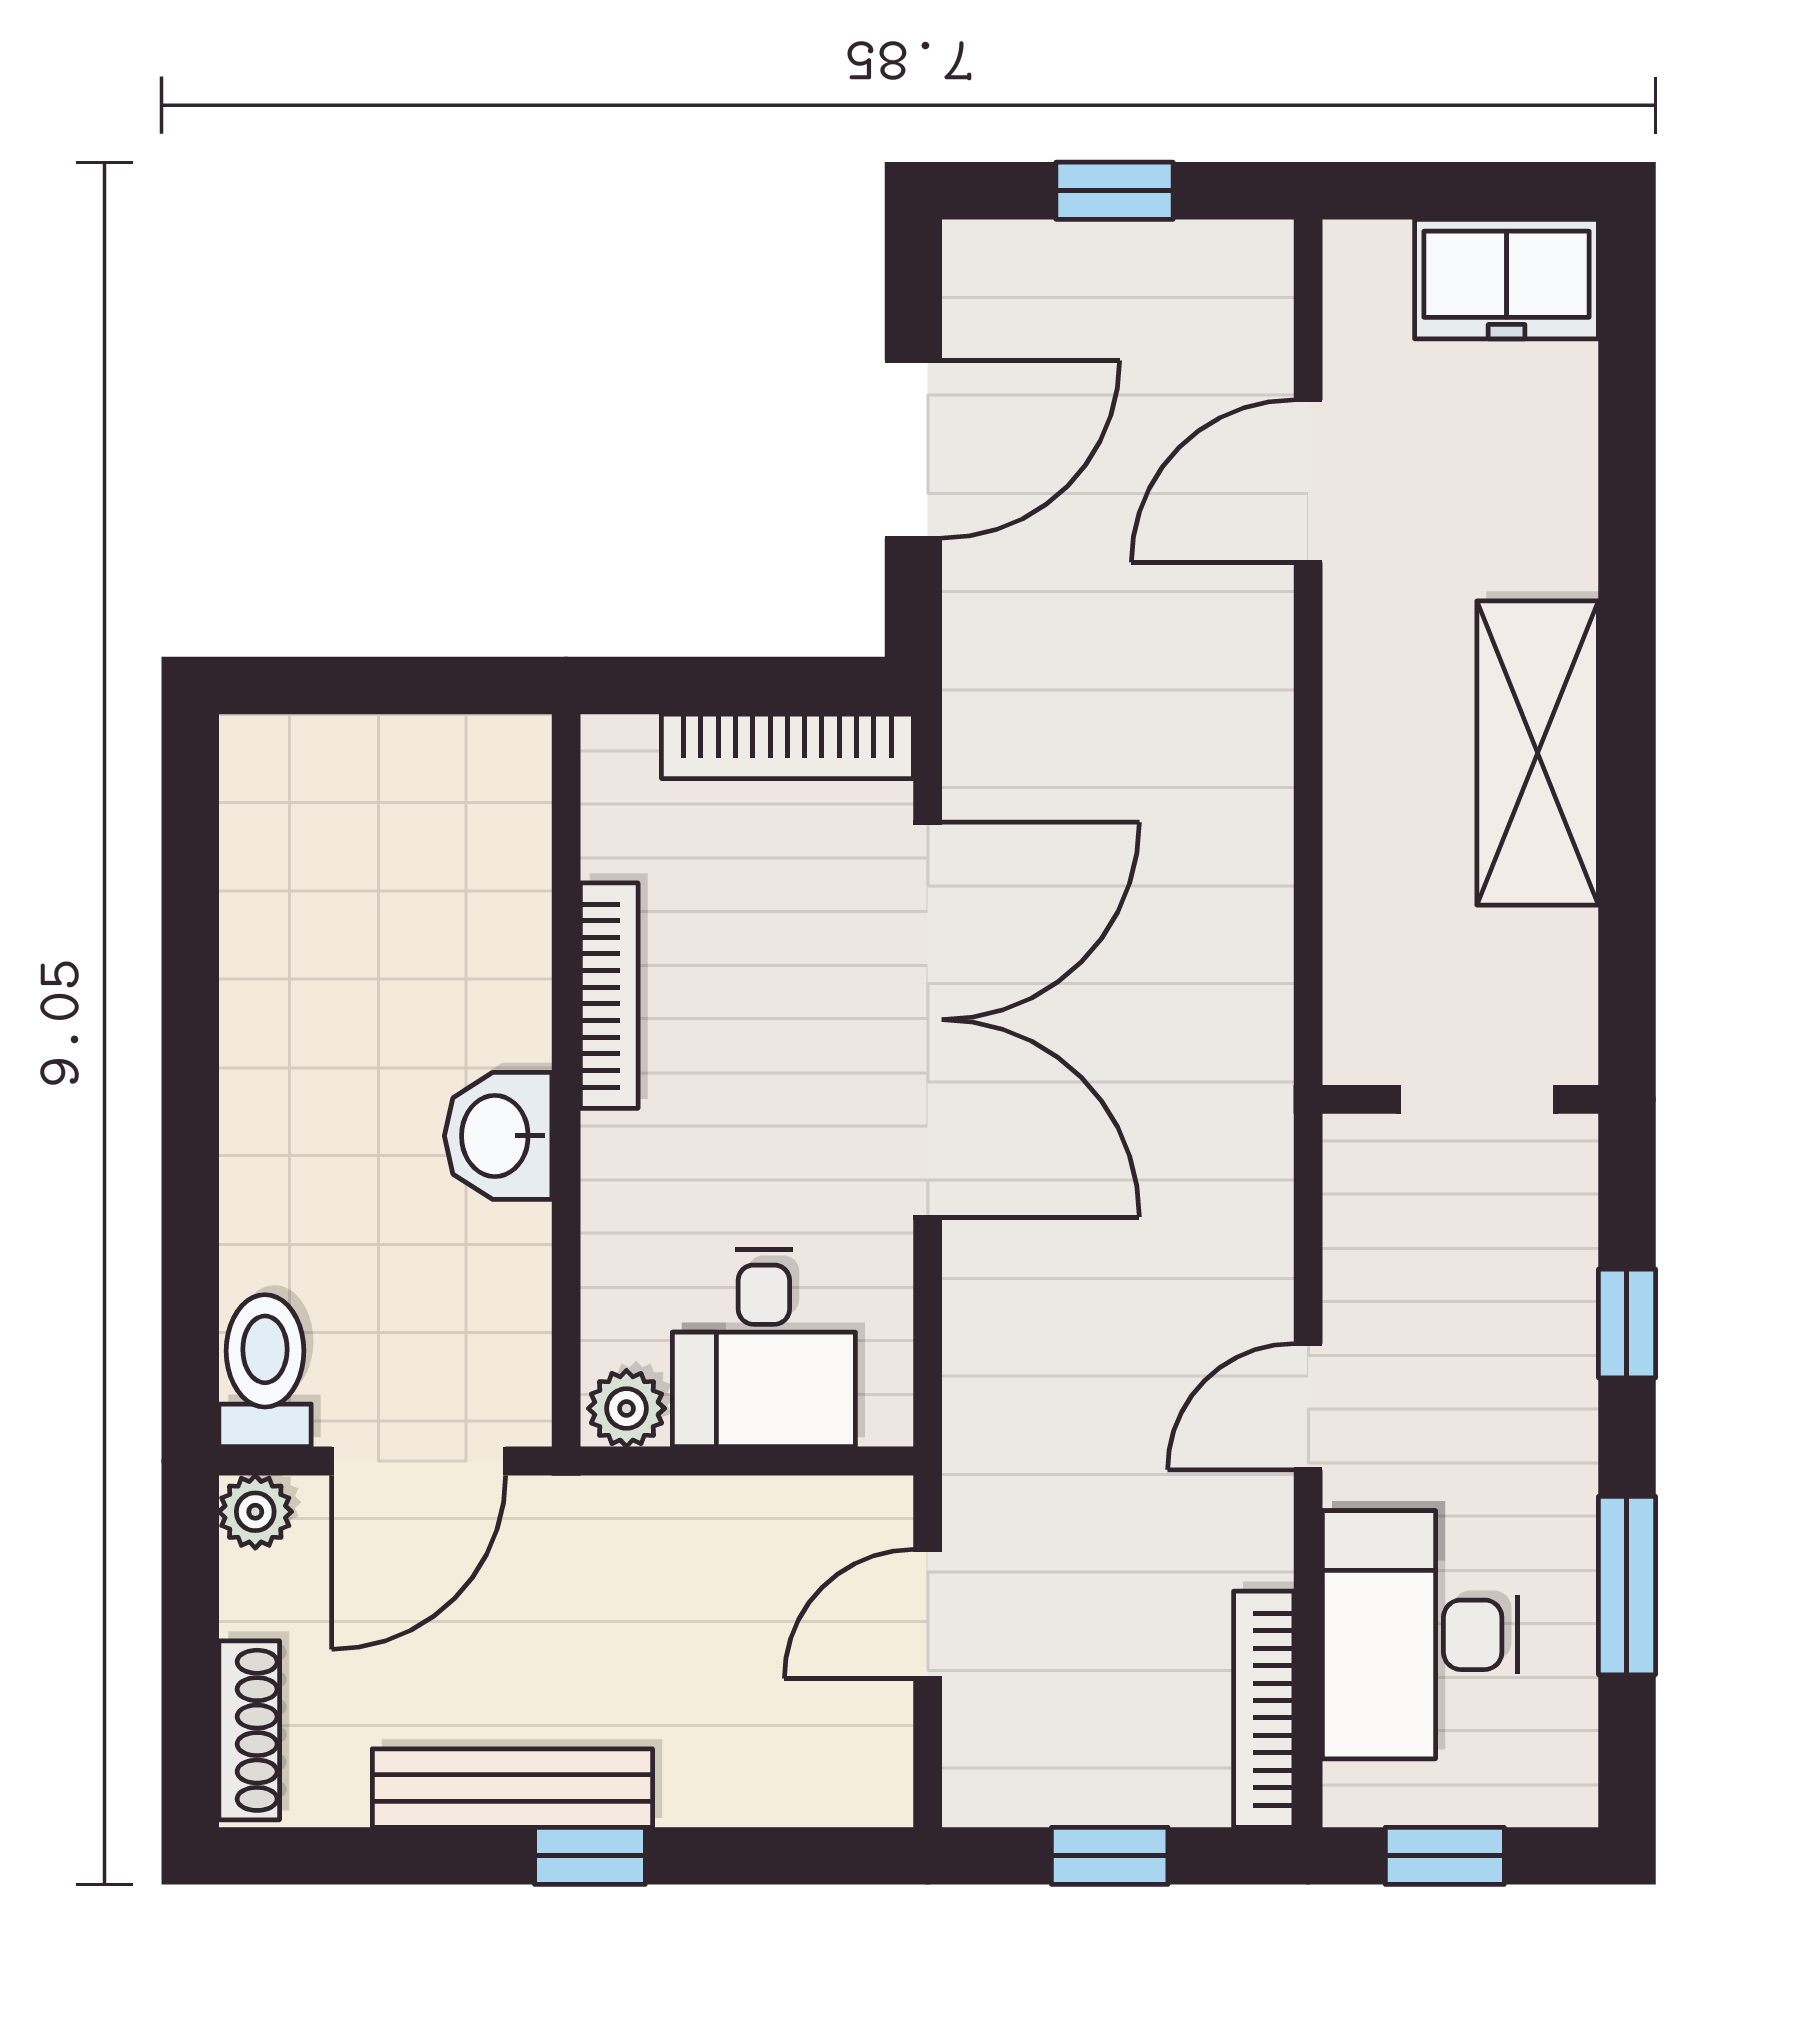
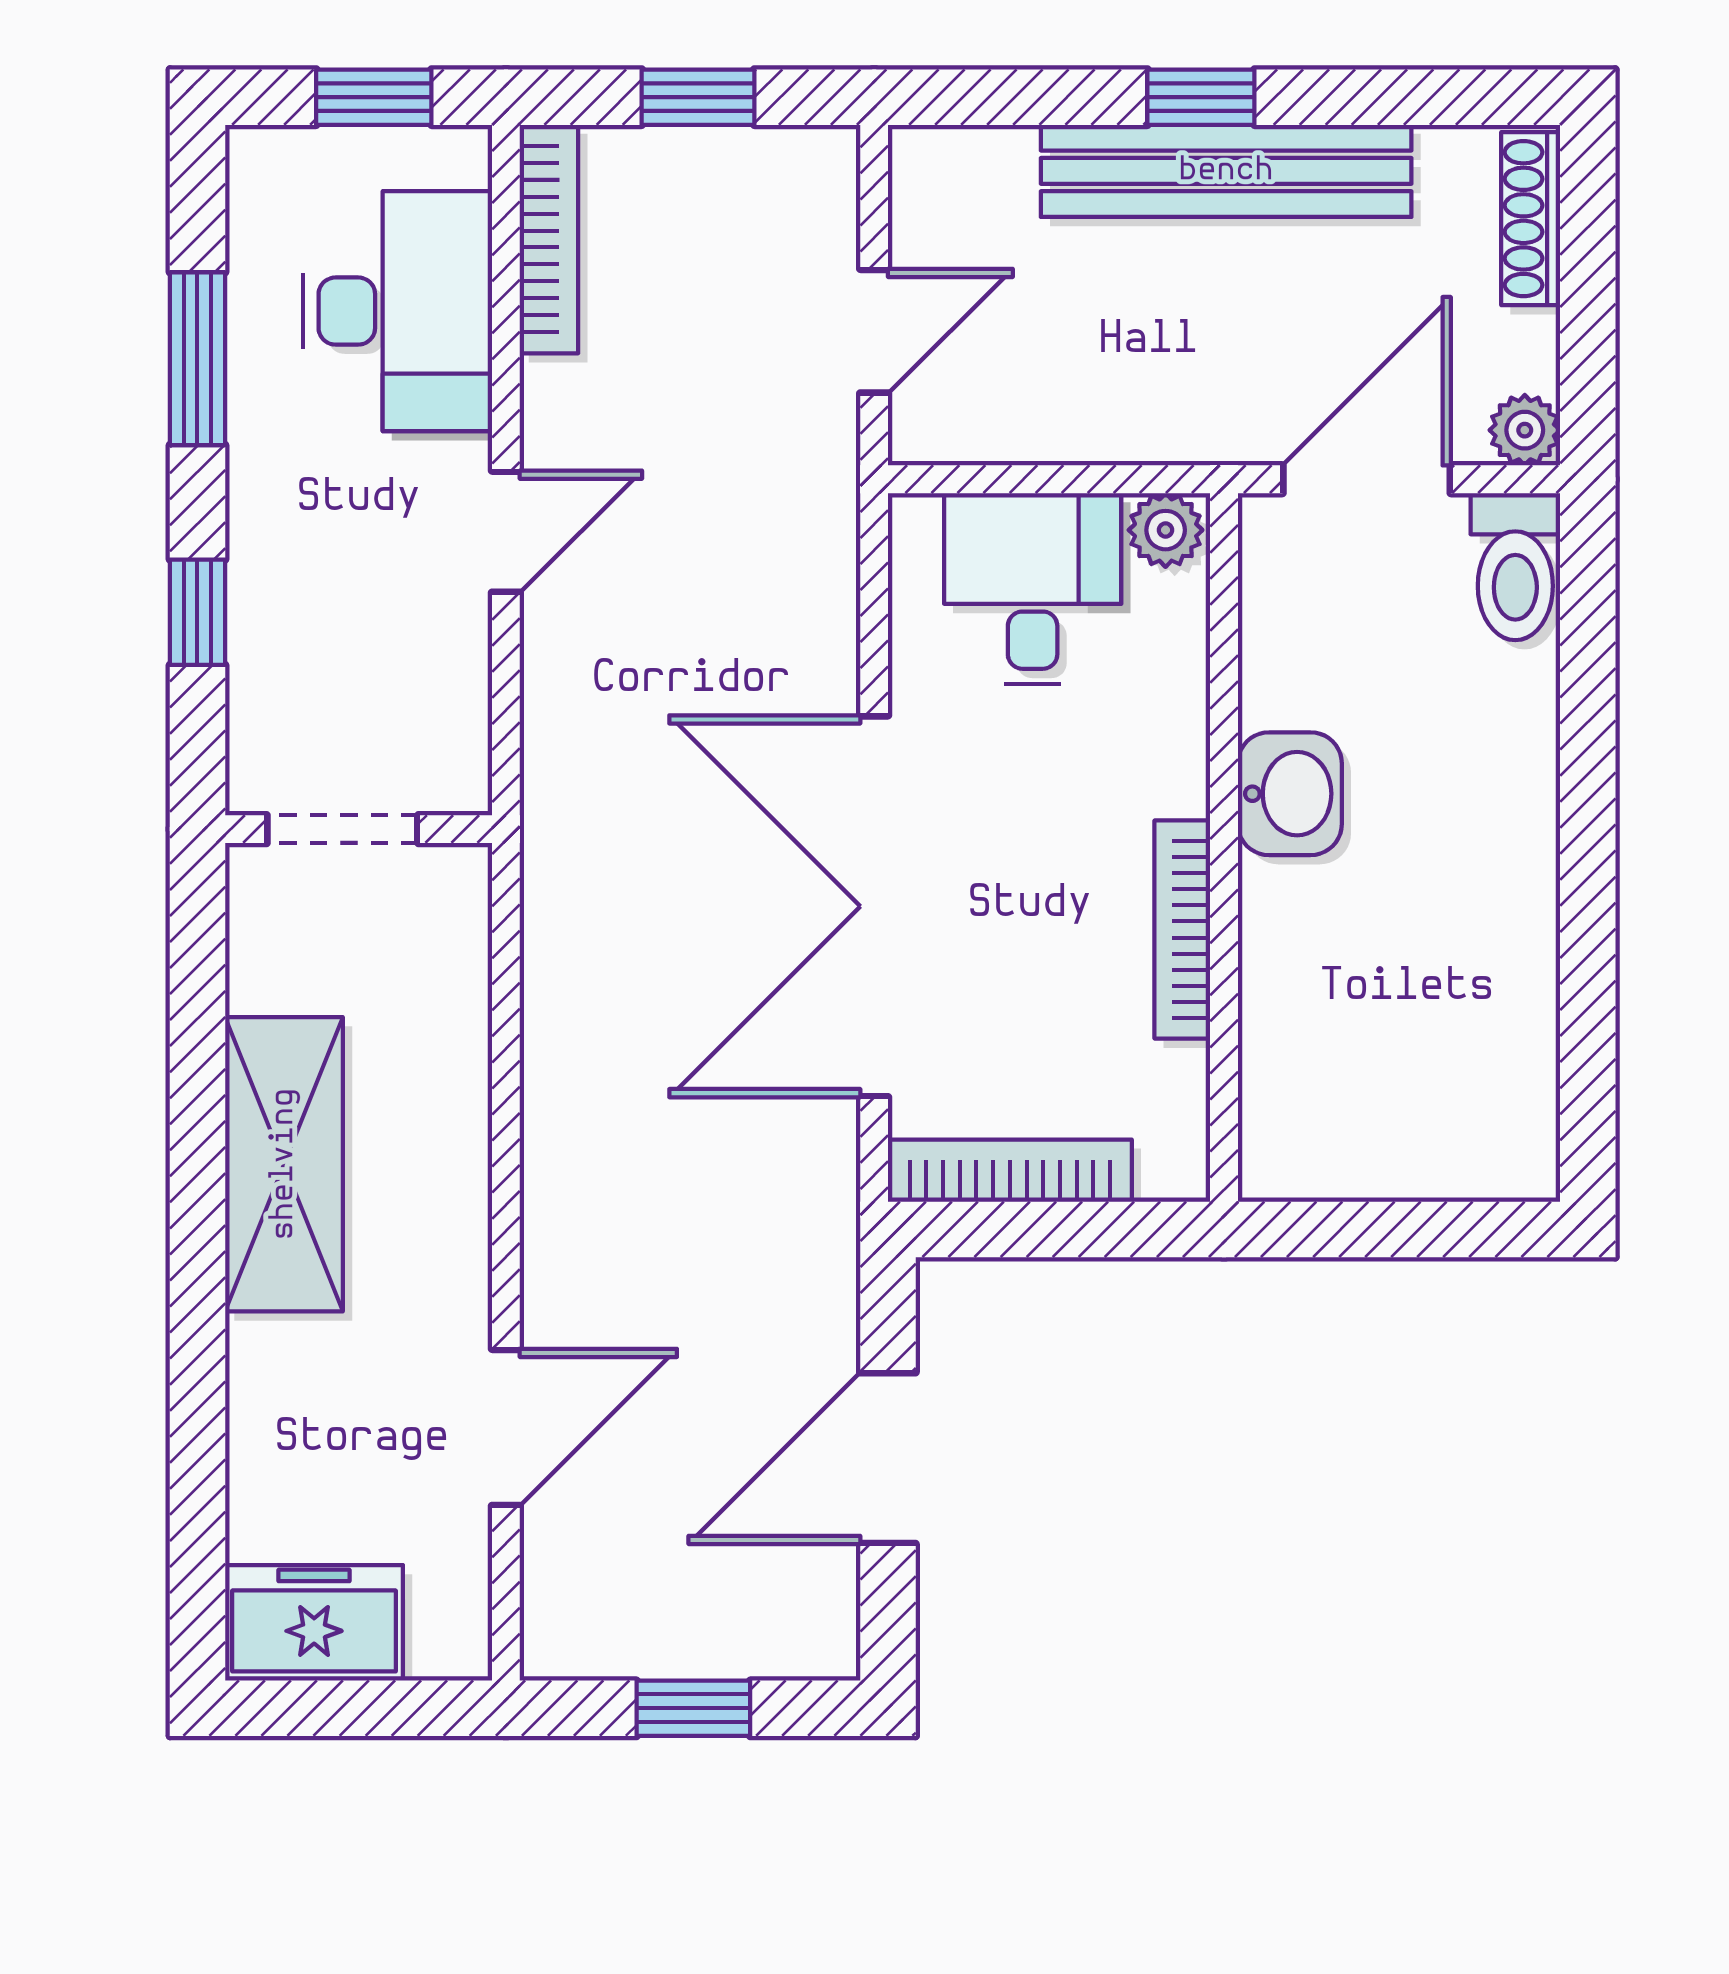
bench: (512, 1788) -> (1226, 171), width x1.37, depth x1.21

